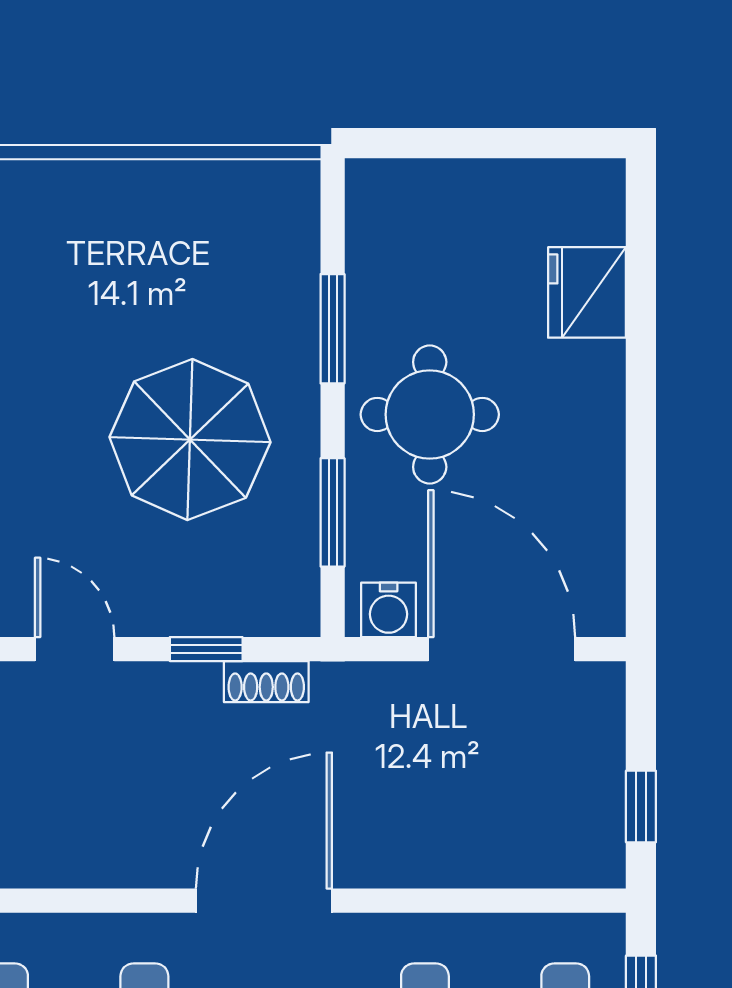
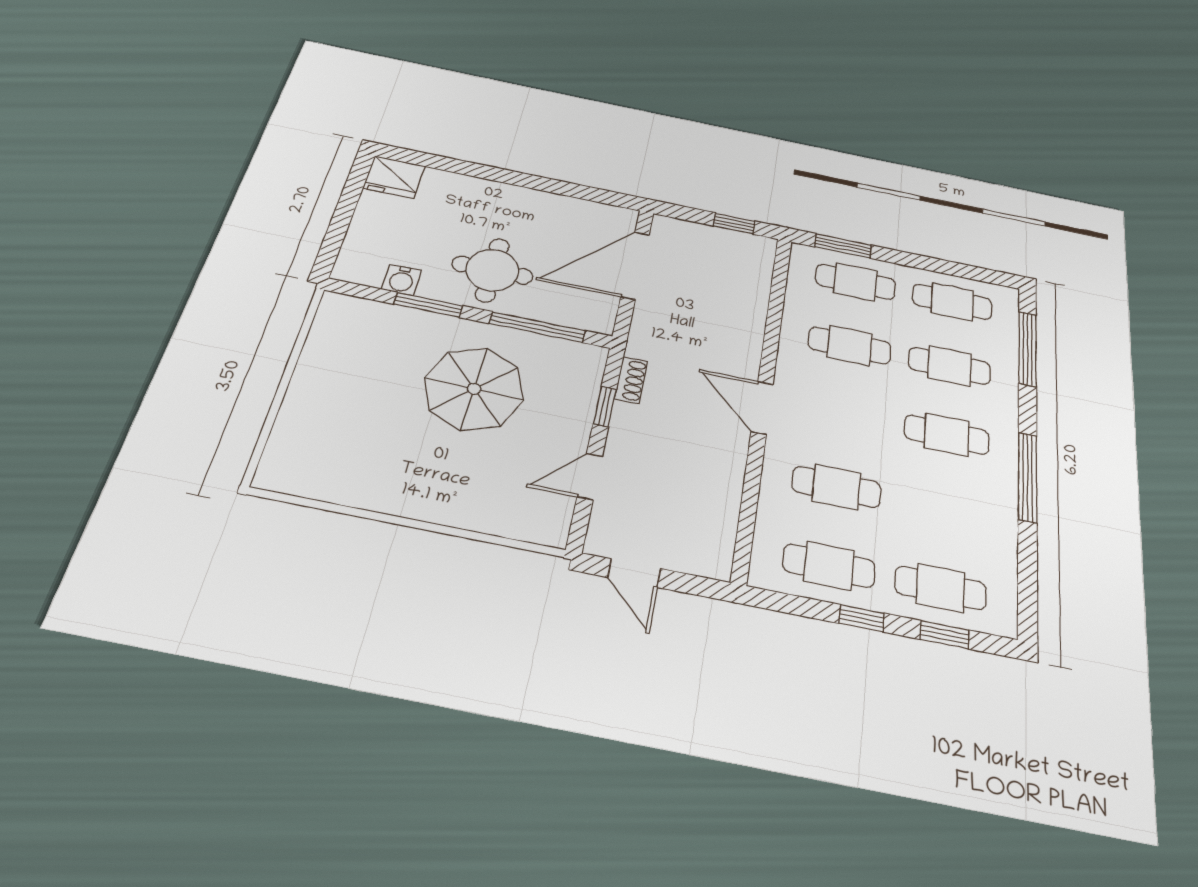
fridge: (587, 292) -> (394, 177), moved
window: (333, 512) -> (537, 327), width x1.44
water cooler: (389, 610) -> (402, 280), moved, turned 90
door: (264, 901) -> (762, 408), width x0.73

